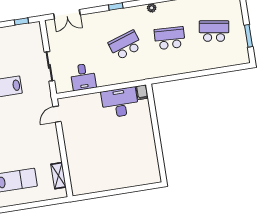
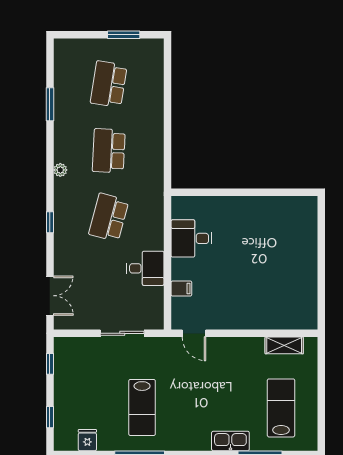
school desk: (125, 45) -> (109, 217), turned 33
desk: (83, 77) -> (145, 268), moved
filing cabinet: (142, 92) -> (181, 289), moved
desk: (120, 103) -> (191, 238), width x0.73

